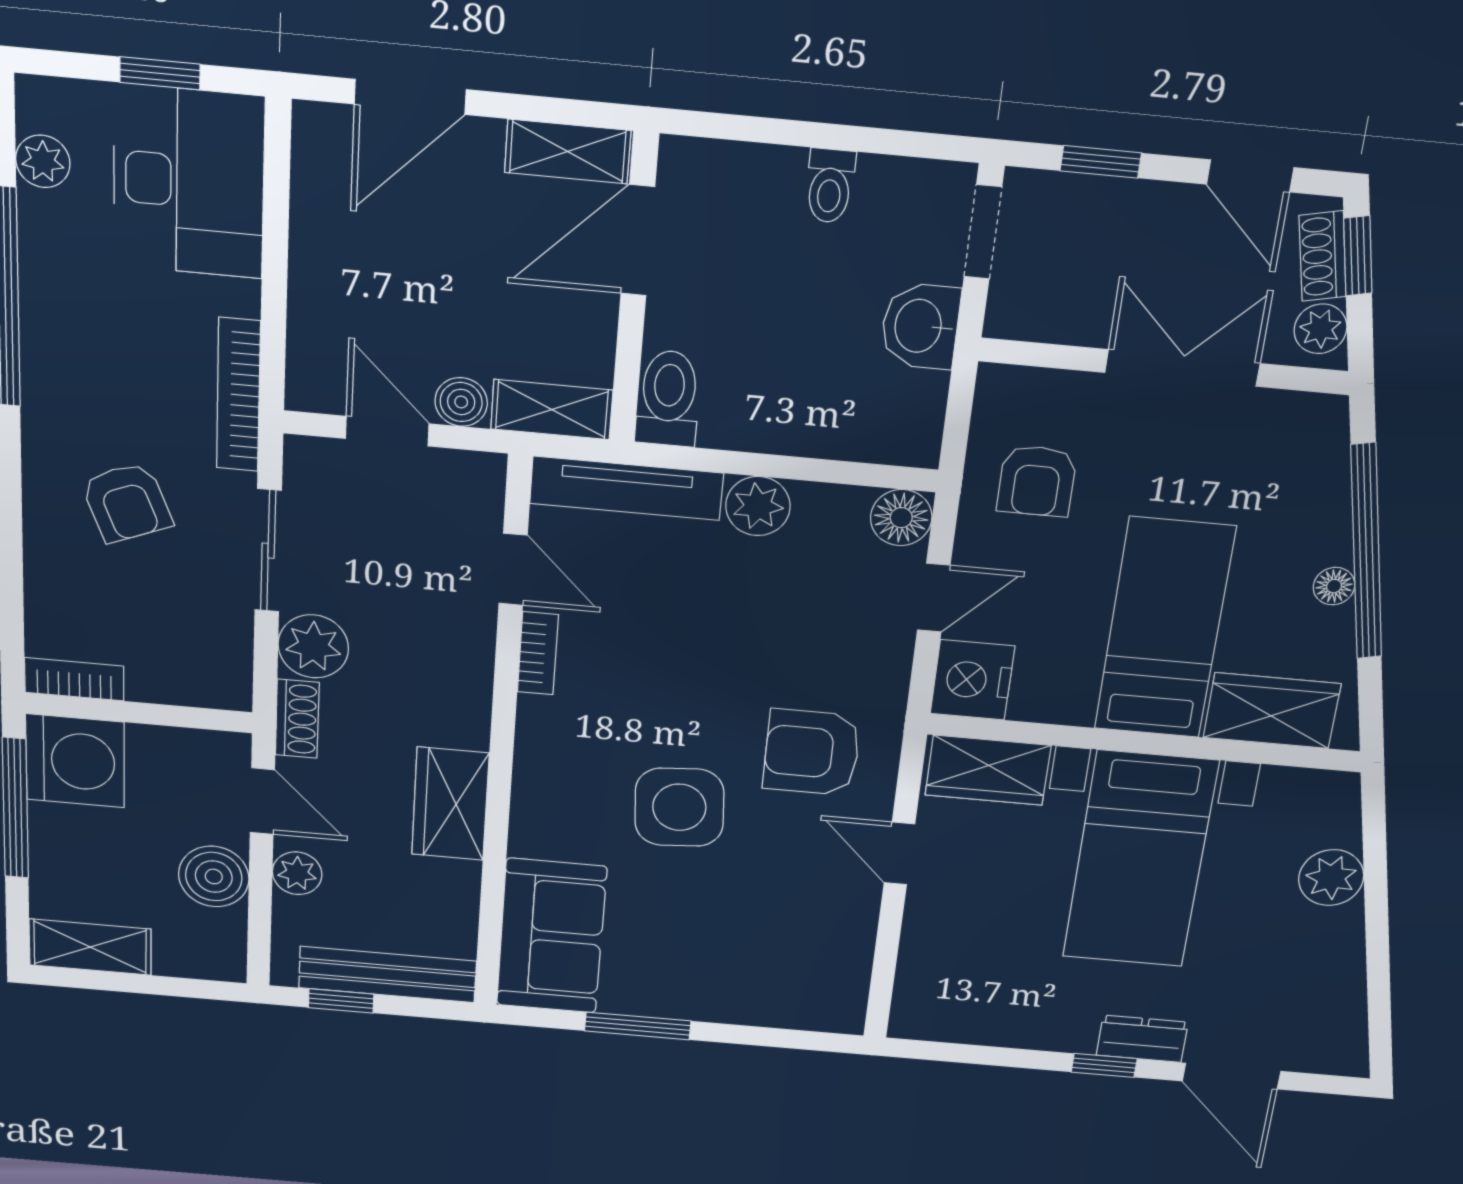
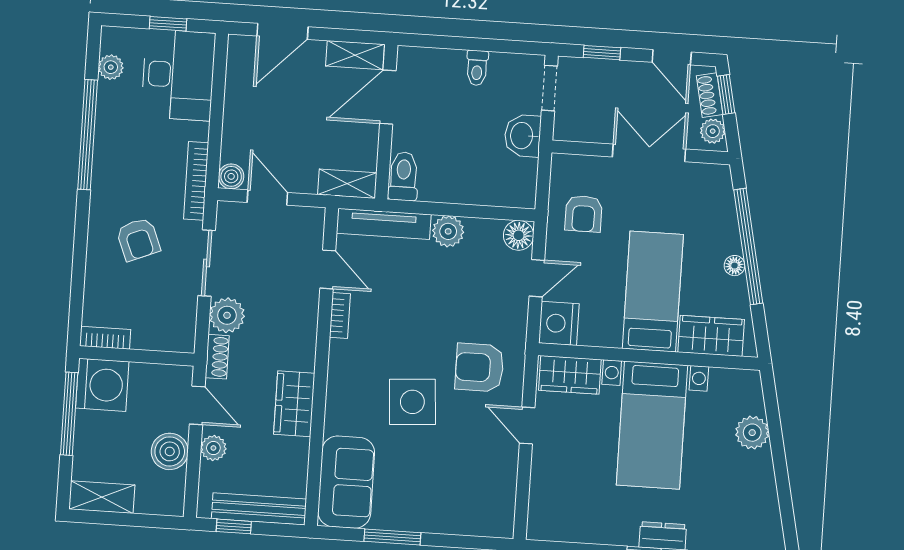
boiler: (461, 402) -> (231, 176), moved

